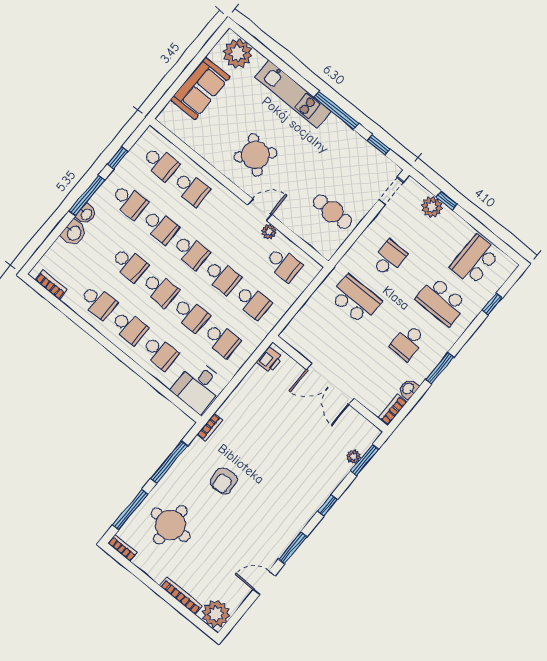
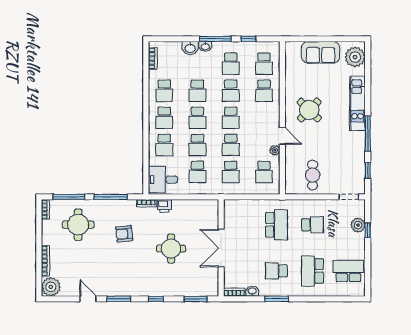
window: (492, 304) -> (333, 299), removed
printer: (270, 360) -> (164, 206), moved
round table: (284, 441) -> (171, 249), added
plant: (353, 457) -> (193, 291), removed

